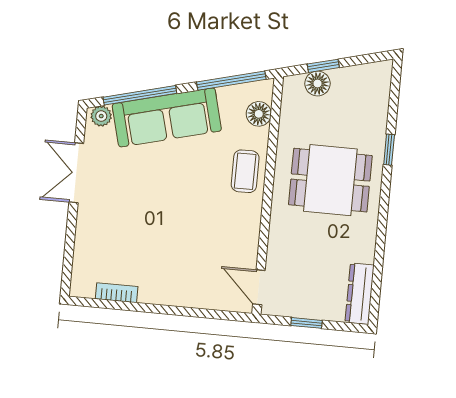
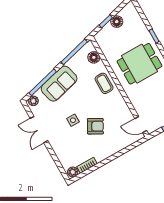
floor lamp: (318, 84) -> (117, 22), moved
sofa: (167, 117) -> (59, 84), width x0.73
side table: (147, 198) -> (73, 120), added
armchair: (178, 235) -> (95, 126), added
plant: (84, 287) -> (73, 172), added

